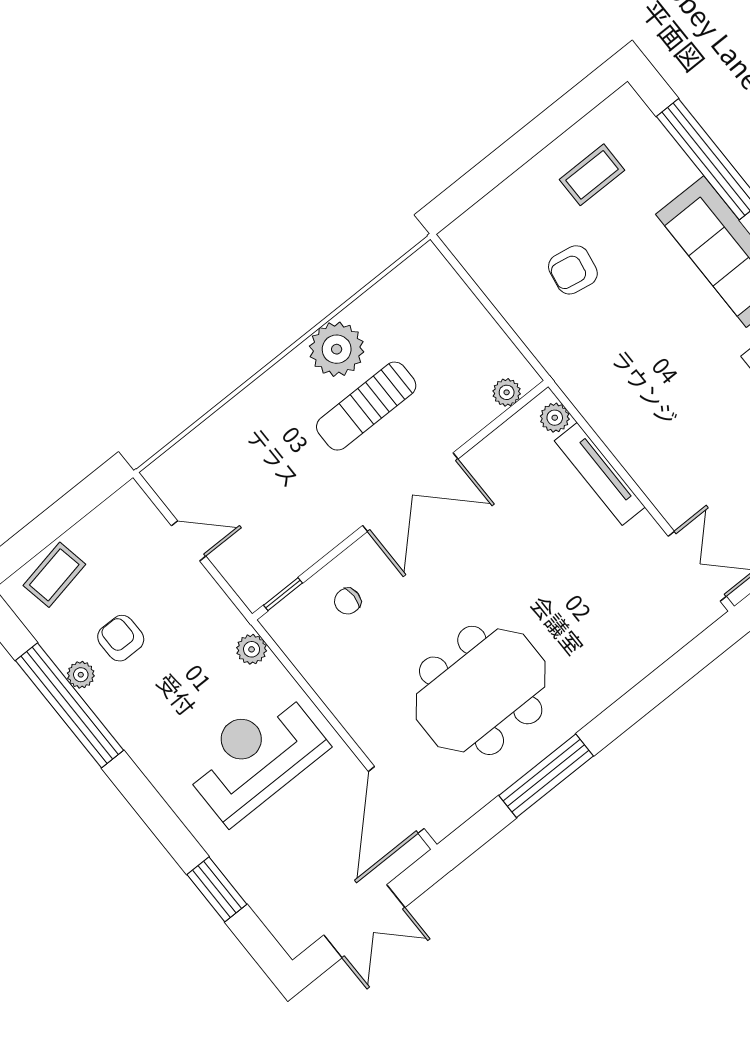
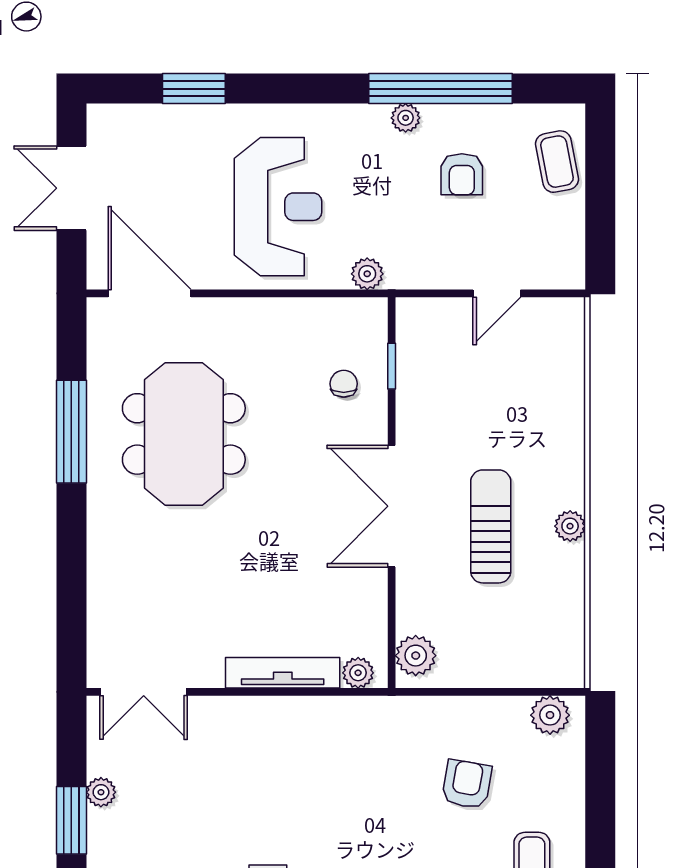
plant: (471, 249) -> (550, 715), added
plant: (337, 349) -> (570, 526), width x0.53, depth x0.53
plant: (507, 392) -> (416, 656), width x1.38, depth x1.38
window: (283, 594) -> (392, 366), moved
armchair: (121, 638) -> (462, 174), turned 90
plant: (81, 675) -> (406, 118), moved

